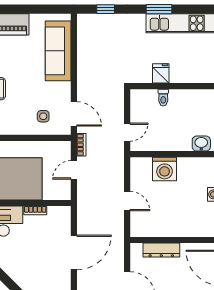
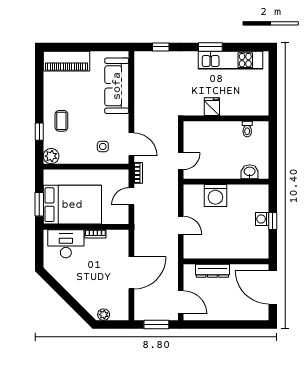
toilet: (163, 98) -> (247, 129), moved

